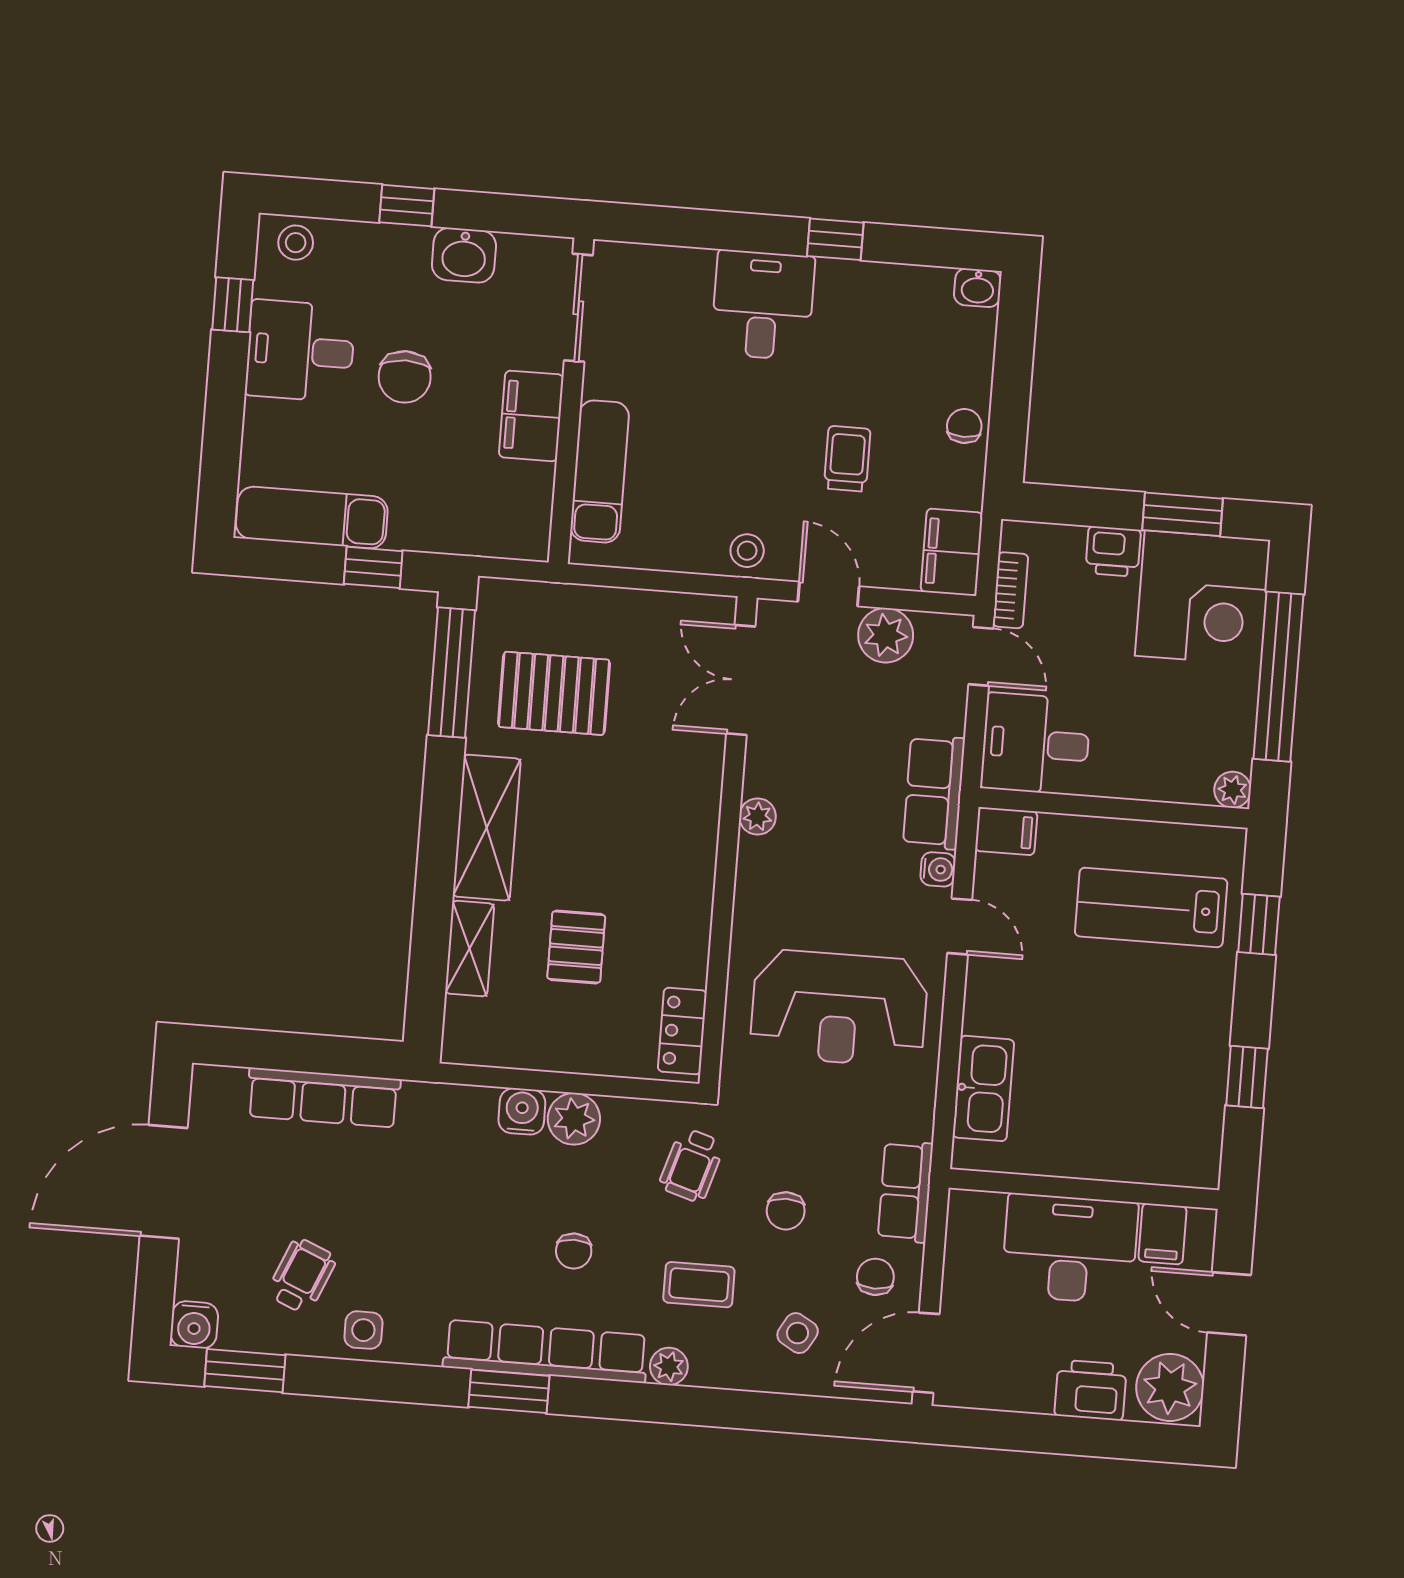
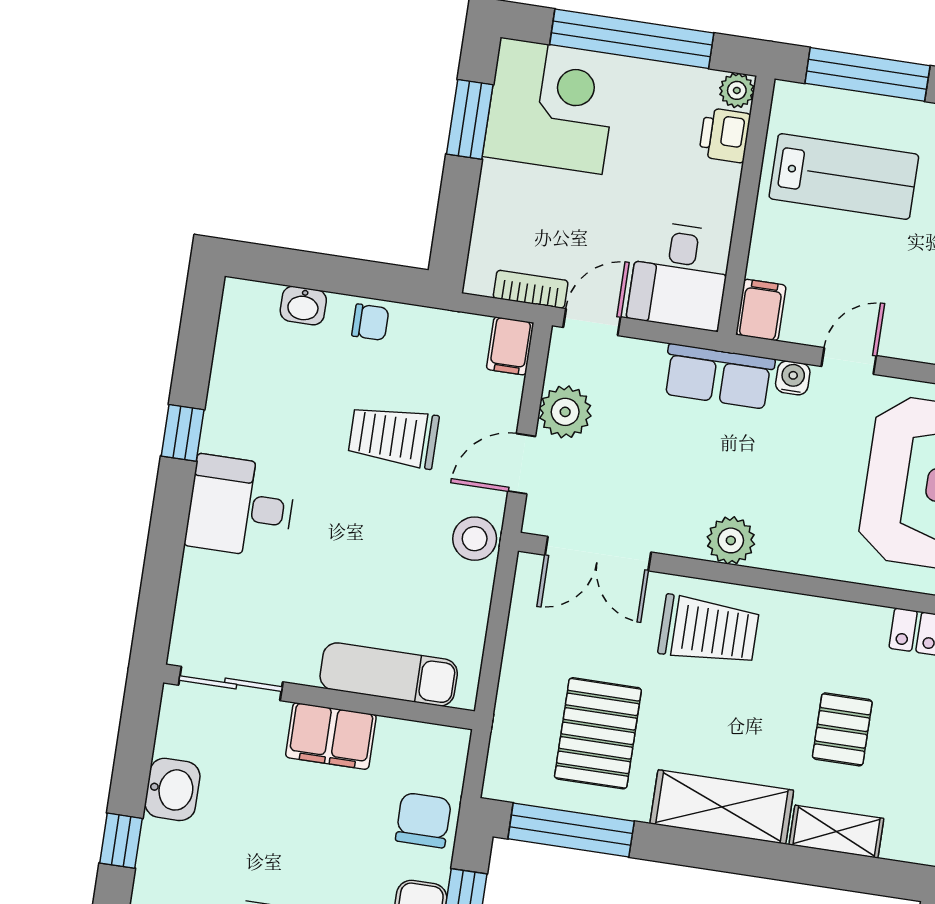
washbasin: (978, 288) -> (303, 306), moved, turned 90
chair: (405, 377) -> (423, 820), moved, turned -90
chair: (964, 426) -> (370, 322), turned 180
trolley: (847, 459) -> (394, 437), width x1.36, depth x1.39
stool: (747, 551) -> (475, 539), width x1.37, depth x1.37
printer: (1113, 551) -> (725, 135), moved, turned 180
filing cabinet: (952, 552) -> (510, 346), width x0.50
trolley: (669, 801) -> (709, 630), added
plant: (758, 817) -> (731, 540), width x1.38, depth x1.38
lab bench: (1151, 907) -> (844, 176), turned -90
window: (1259, 924) -> (867, 74), width x2.17
pallet: (576, 947) -> (842, 729), turned 90

